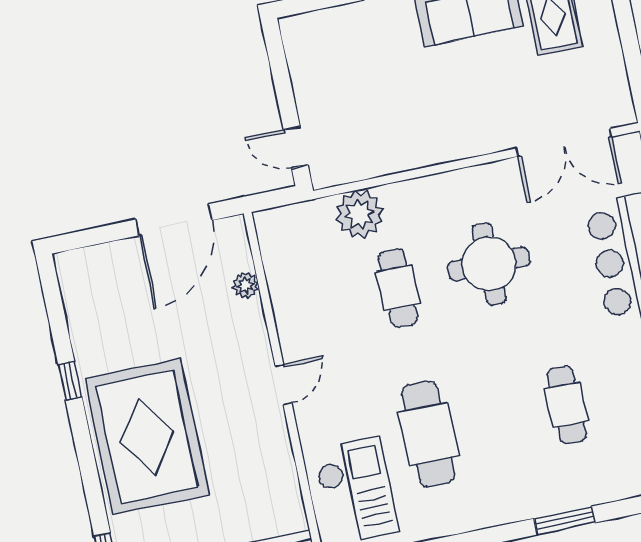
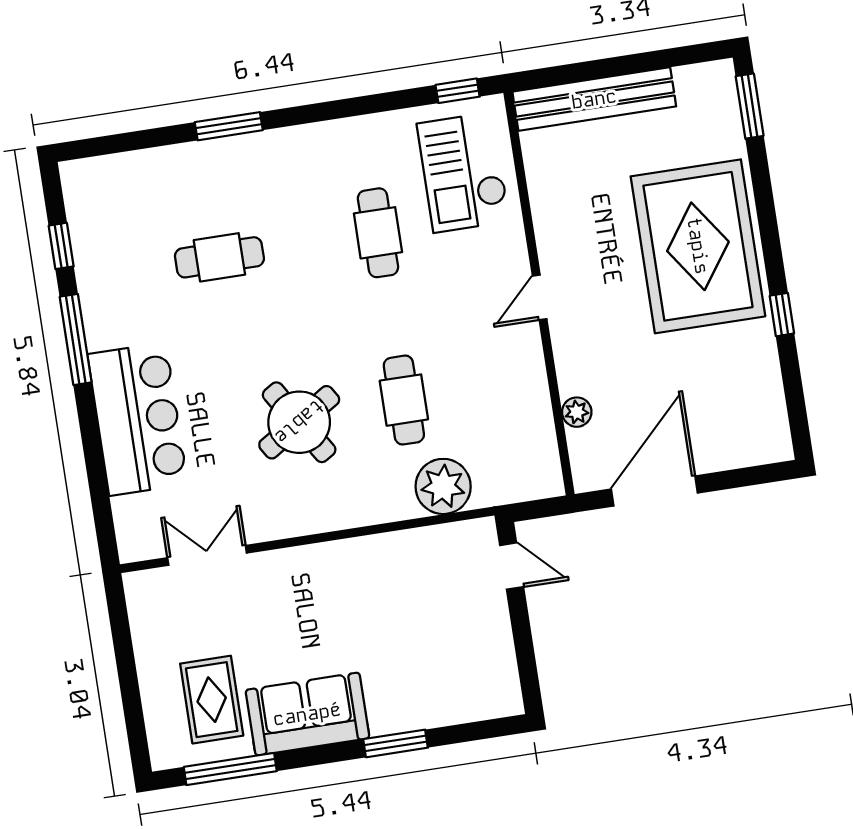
double door: (564, 143) -> (207, 555), width x0.73
round table: (489, 264) -> (299, 422), turned -32
cafe table: (567, 405) -> (219, 257), turned 90
cafe table: (428, 434) -> (378, 233), width x0.73, depth x0.74

